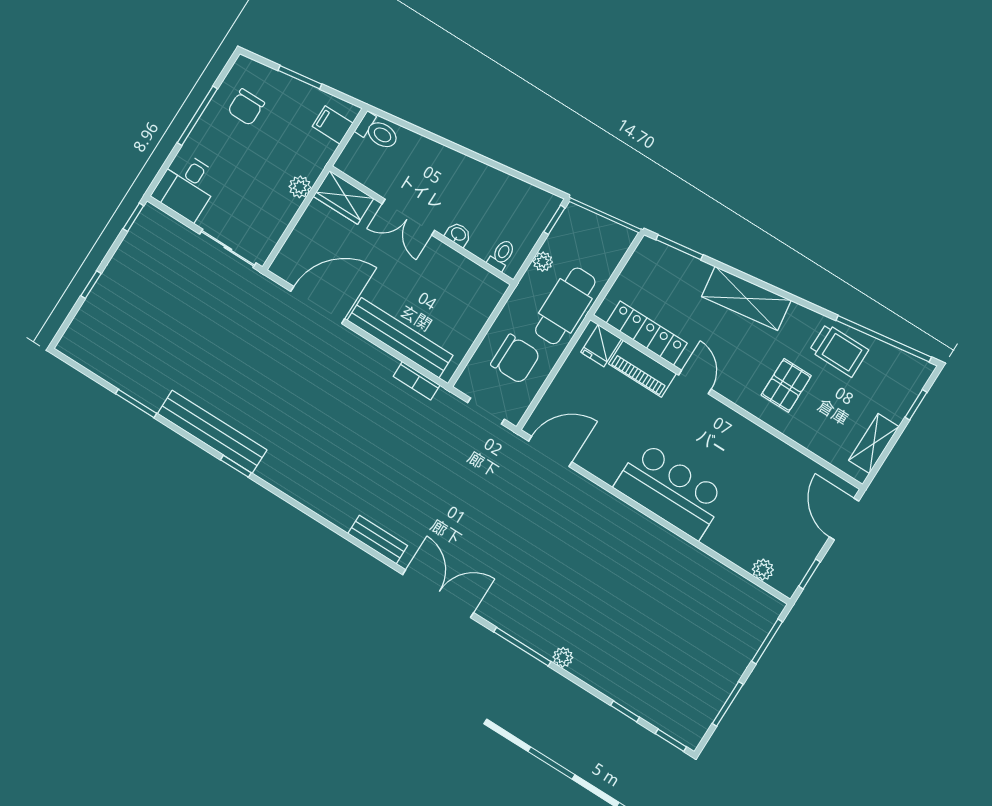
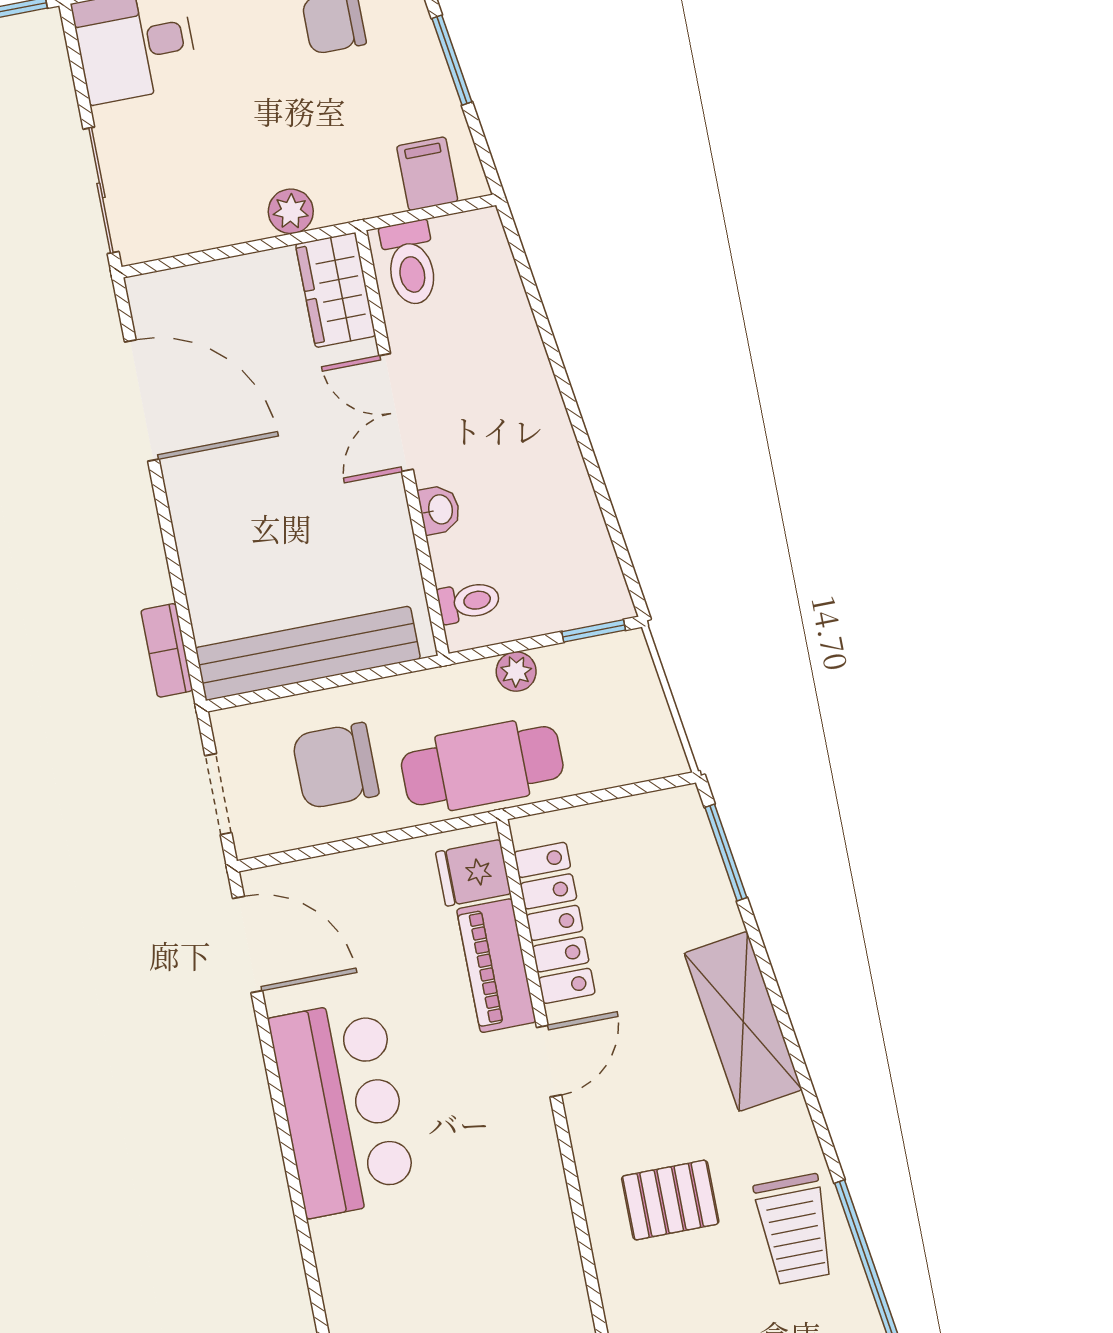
toilet: (378, 132) -> (410, 263), moved
bench: (400, 338) -> (308, 653), moved, turned 90
chair: (515, 359) -> (335, 766), turned 90
bar counter: (670, 491) -> (343, 1108), moved

